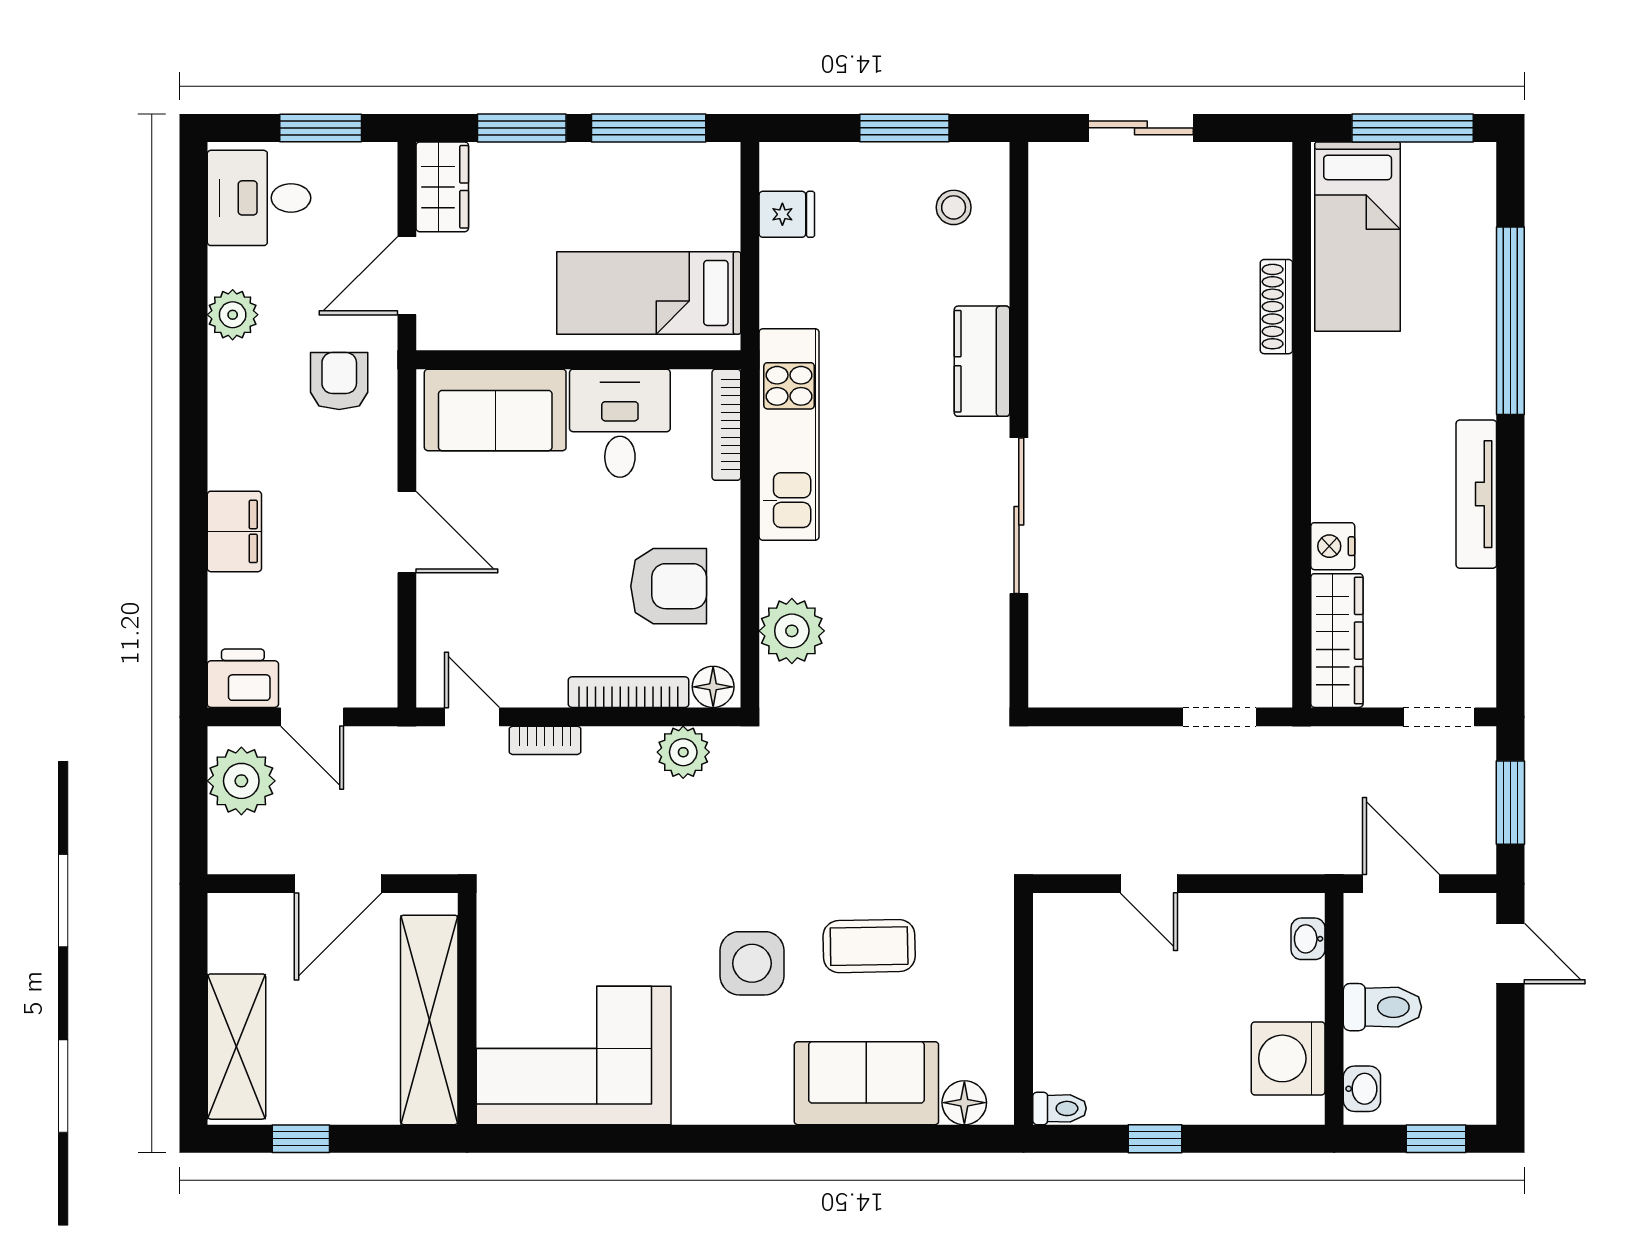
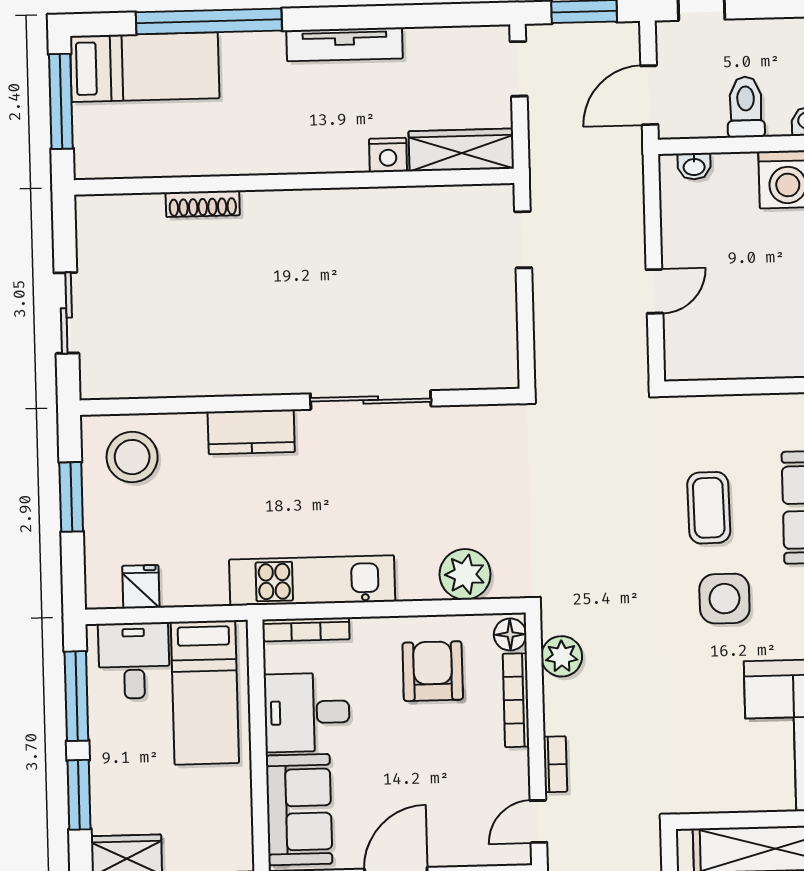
desk: (692, 203) -> (134, 661), added
stool: (954, 207) -> (132, 457), width x1.89, depth x1.89
bed: (1358, 237) -> (145, 67), moved

